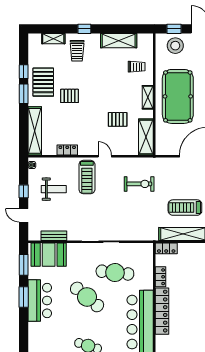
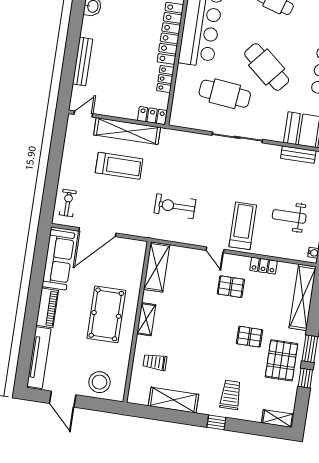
window: (174, 29) -> (98, 404), removed
shelving: (53, 39) -> (278, 419), moved
pool table: (178, 96) -> (106, 314), width x0.73, depth x0.76
pallet: (118, 119) -> (231, 287), moved

